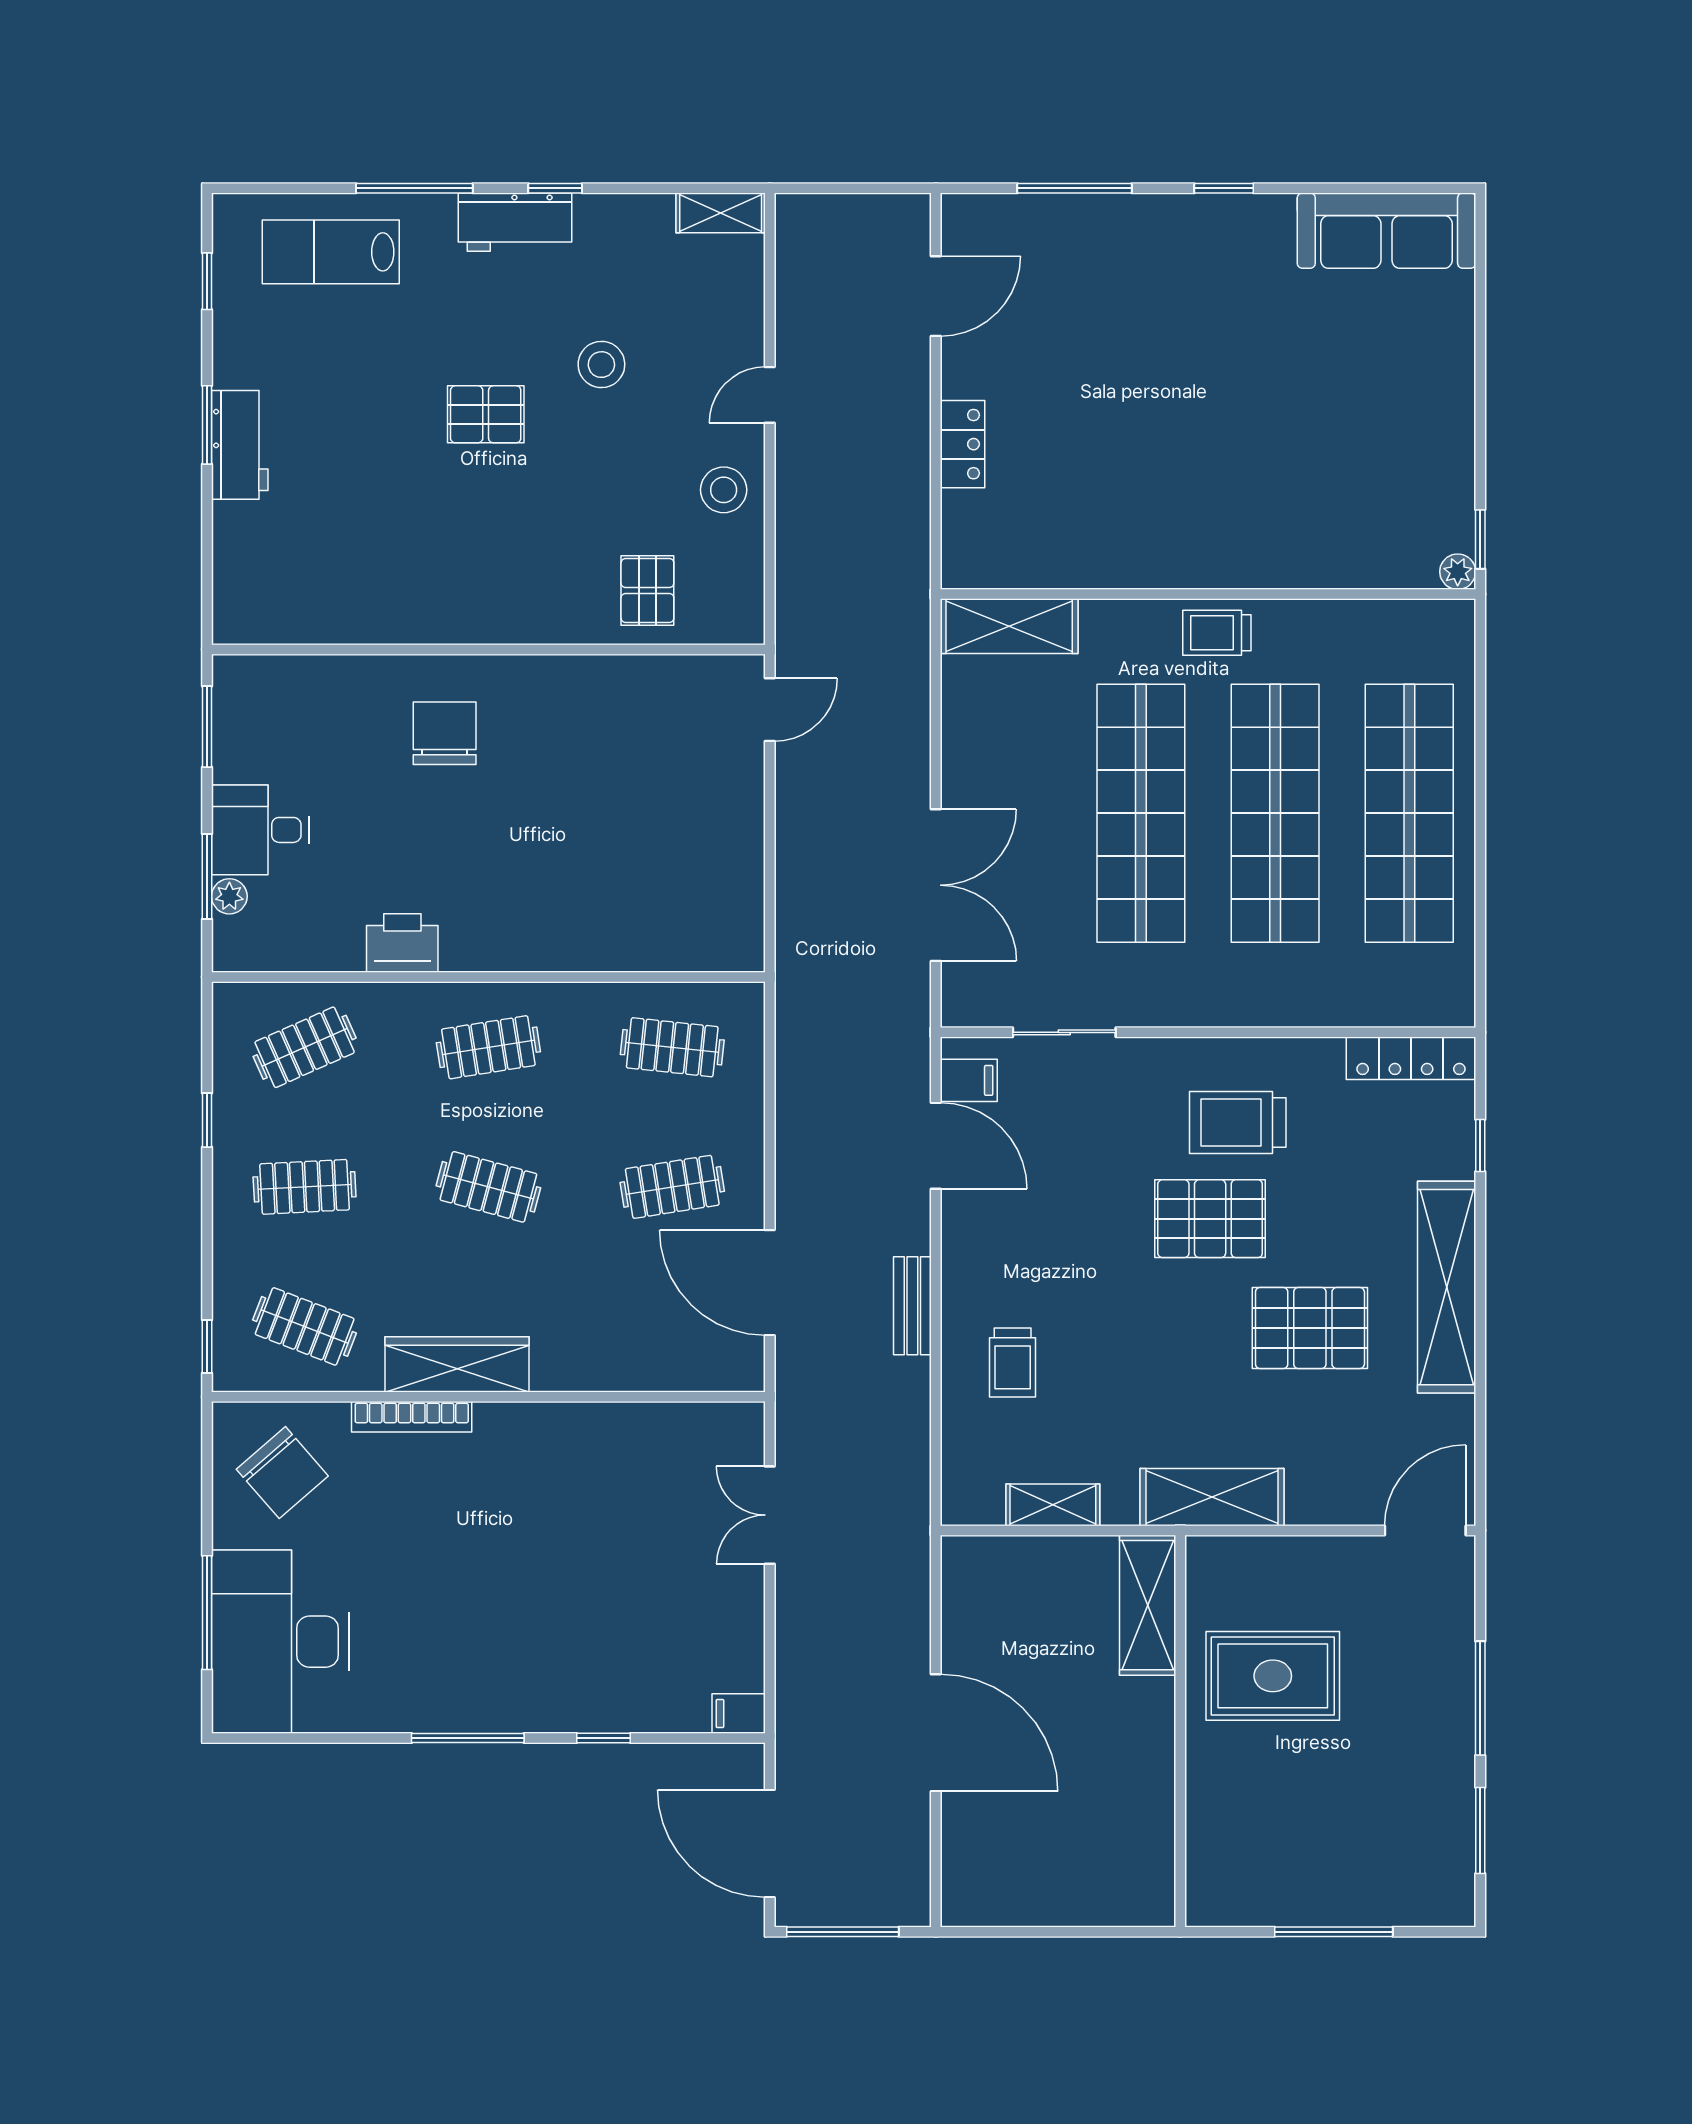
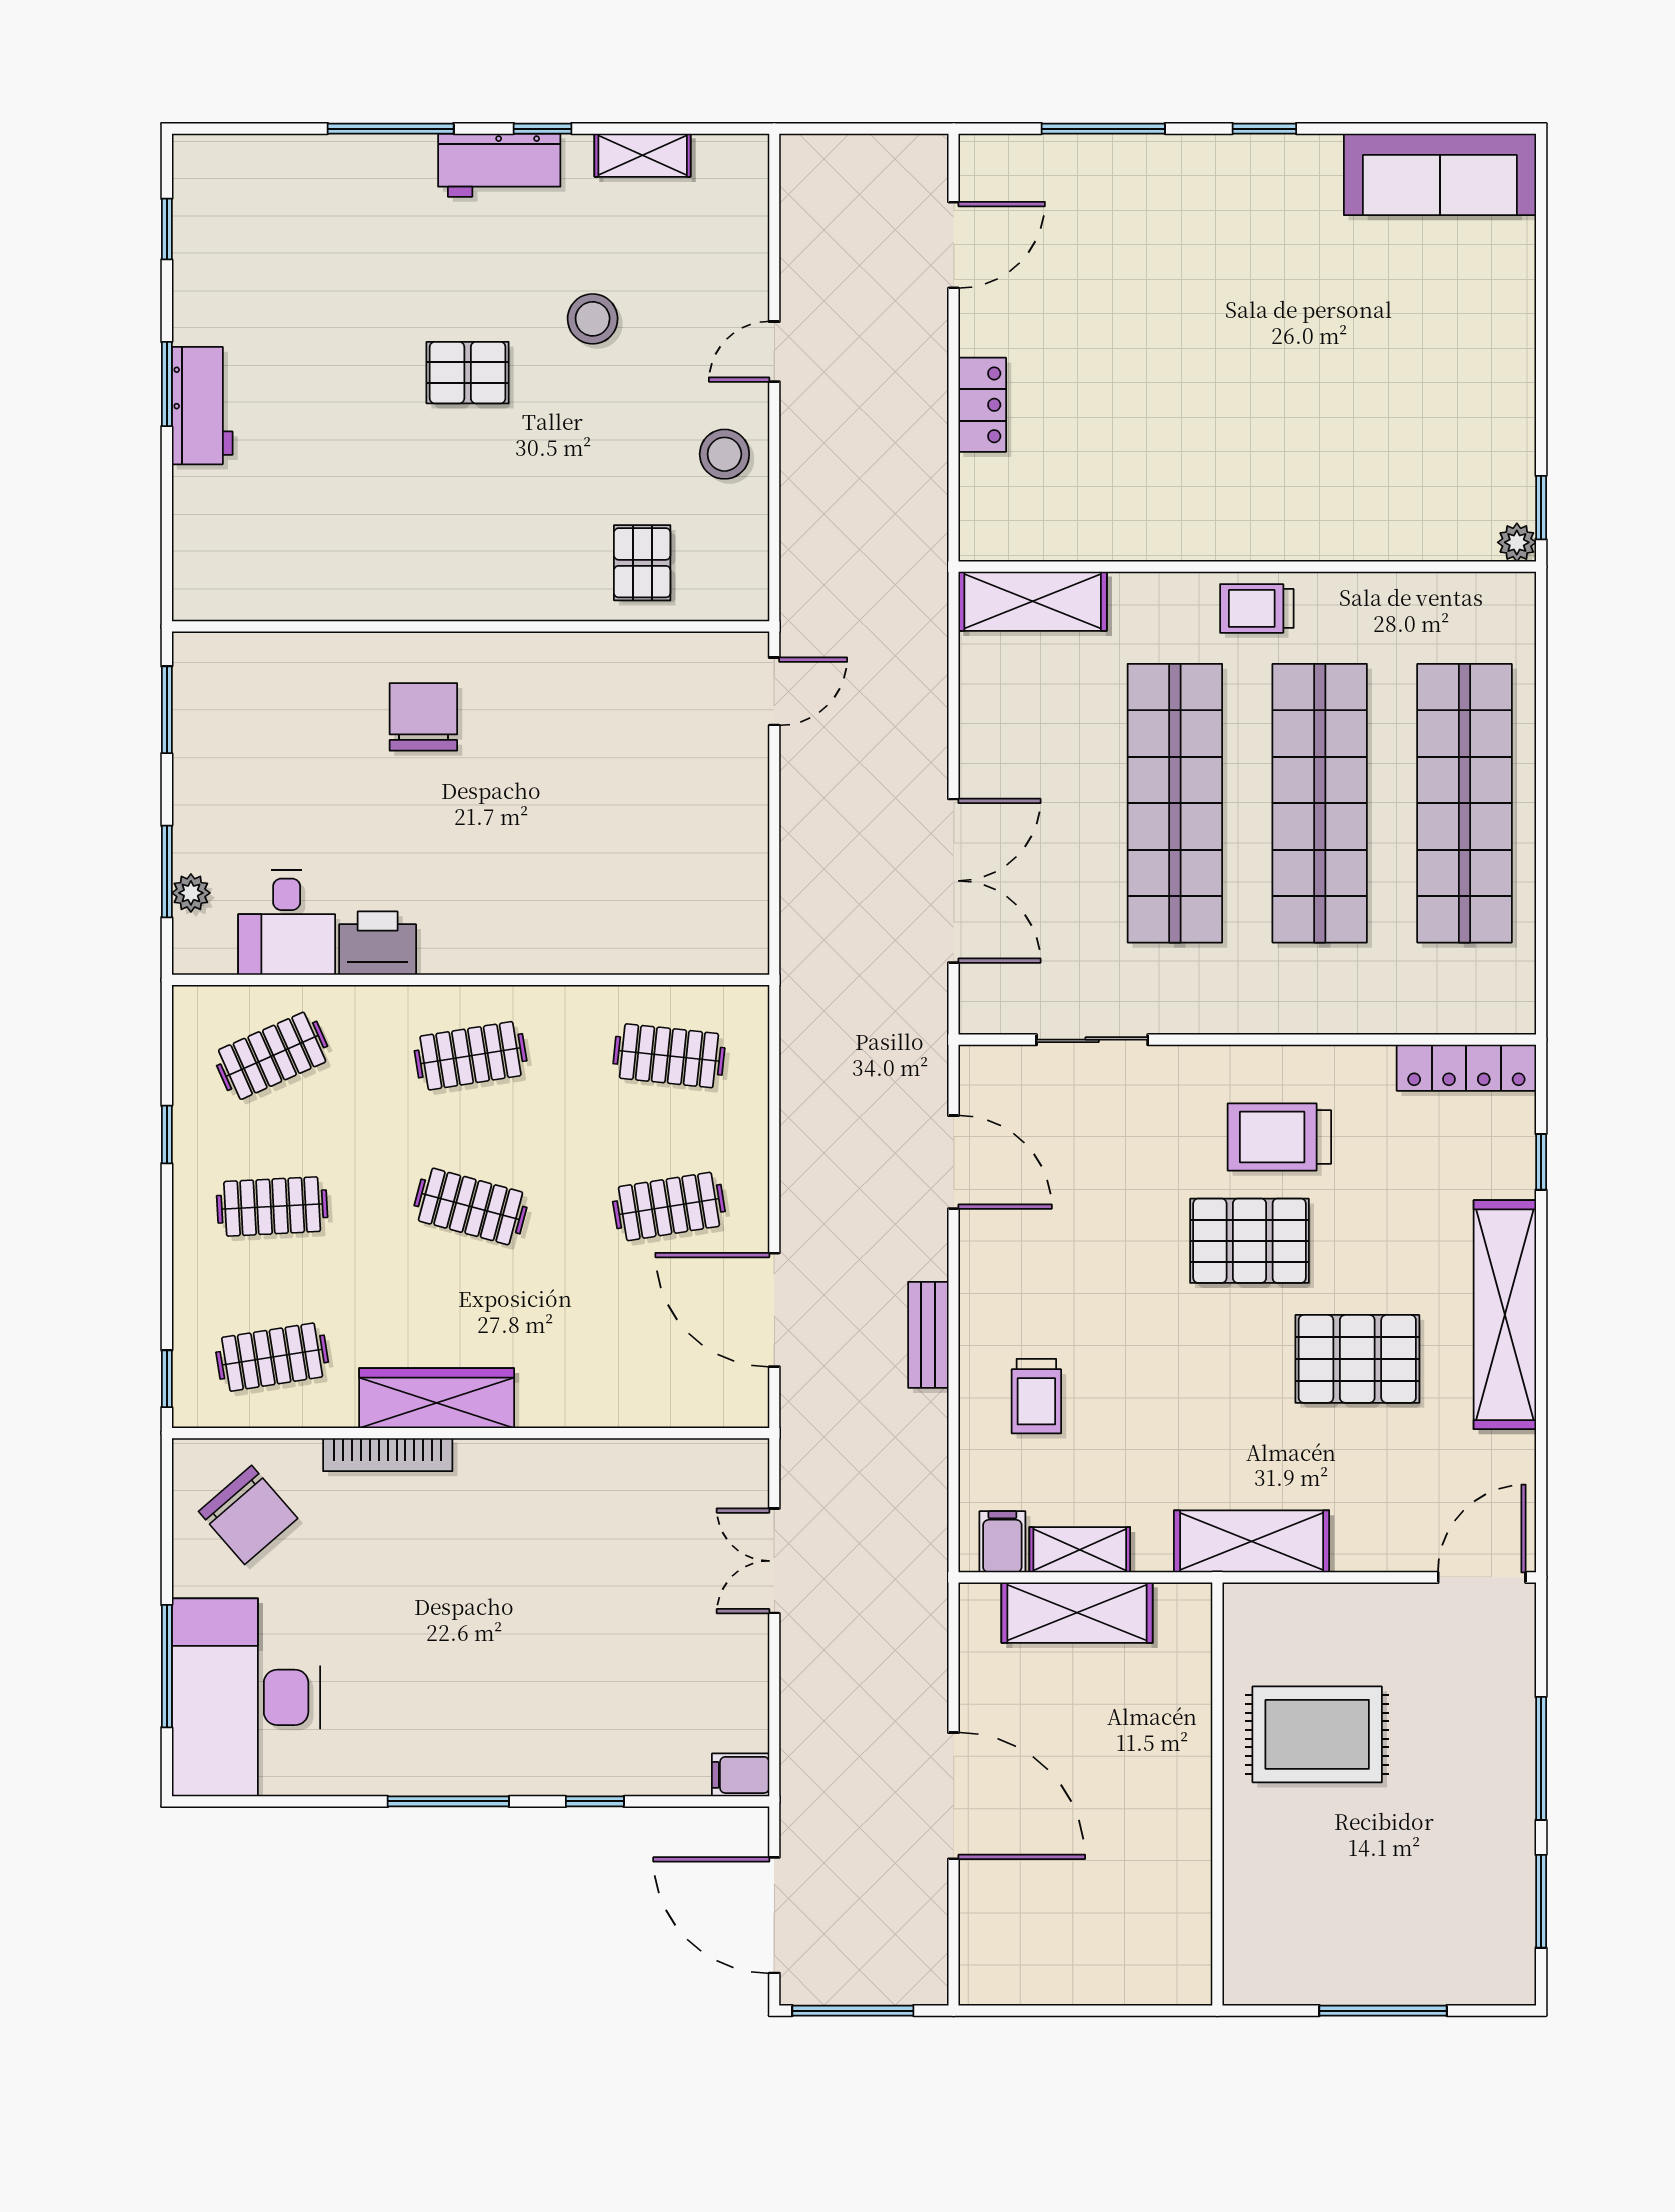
shelving: (721, 213) -> (643, 155), moved
lab bench: (331, 252) -> (300, 197), removed
desk: (260, 830) -> (287, 923), moved, turned -90
filing cabinet: (969, 1080) -> (1002, 1542), moved, turned -90
clothes rail: (305, 1326) -> (272, 1357), turned -30
shelving: (1148, 1605) -> (1077, 1613), moved, turned 90

